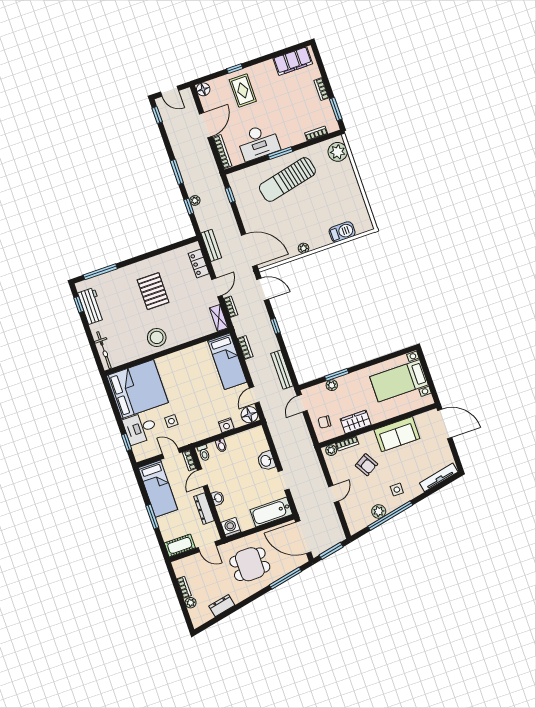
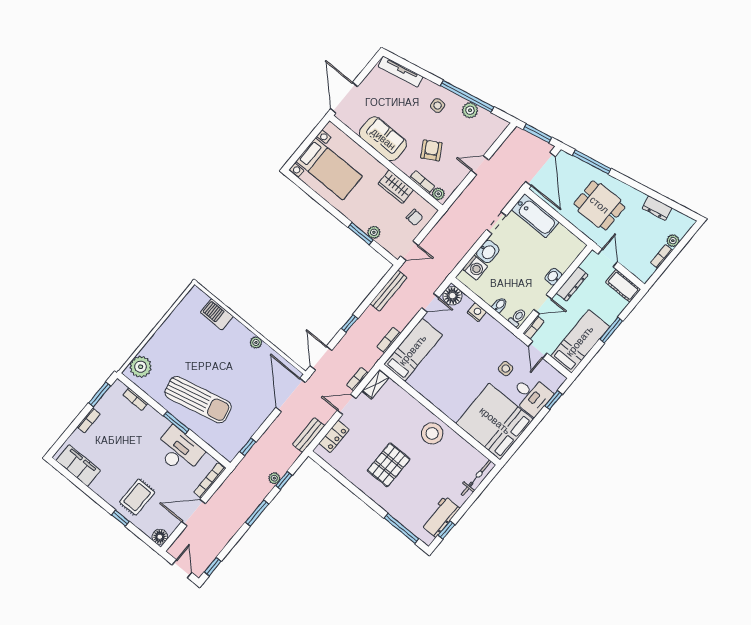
washing machine: (231, 527) -> (475, 268), moved, turned -90

